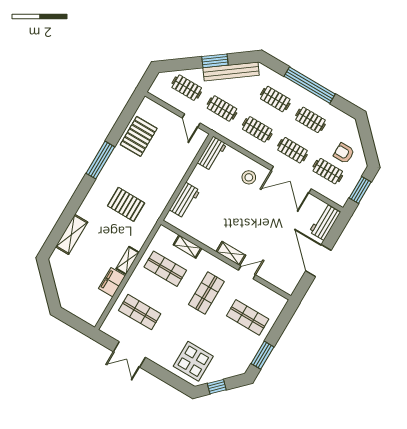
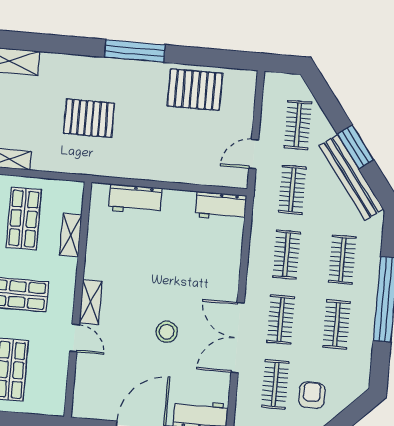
stool: (249, 177) -> (167, 332), moved
pallet: (126, 204) -> (89, 118), turned 90

